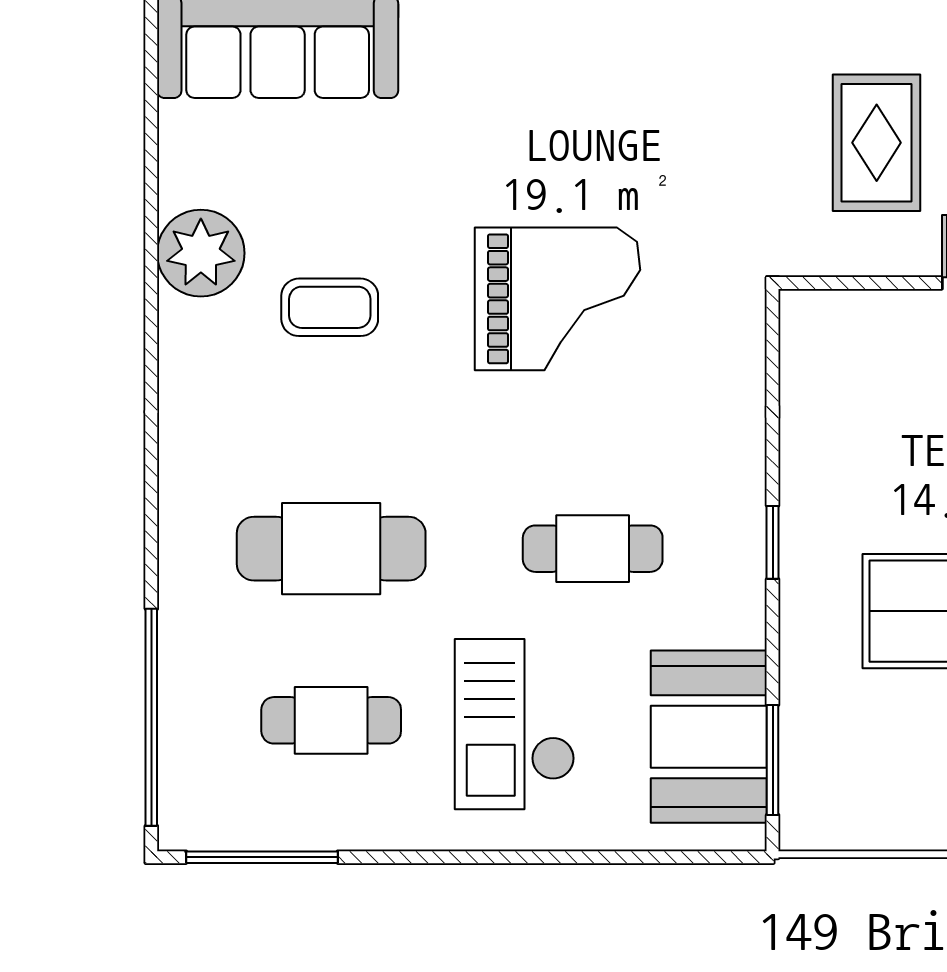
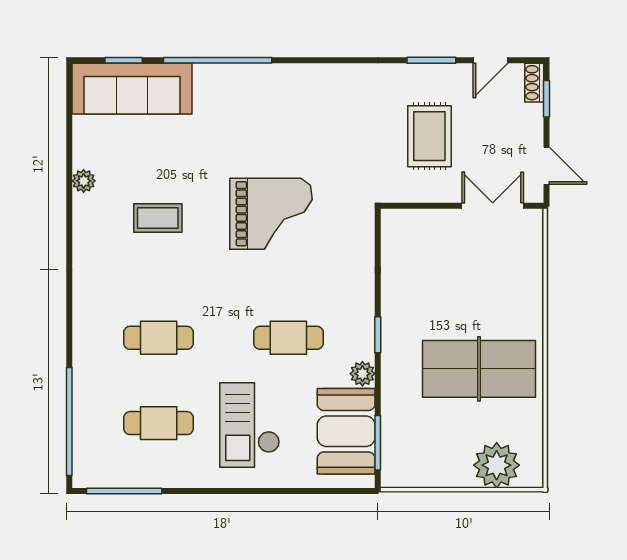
plant: (201, 253) -> (84, 181), width x0.53, depth x0.53
cafe table: (331, 549) -> (159, 338), width x0.73, depth x0.74
plant: (742, 621) -> (362, 374), added

